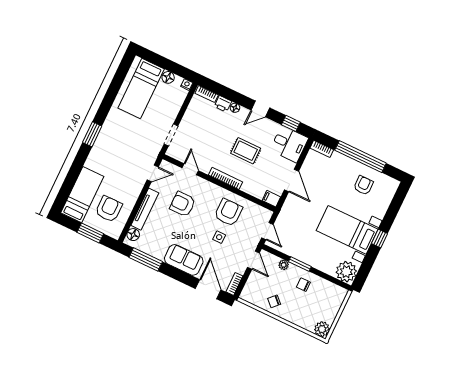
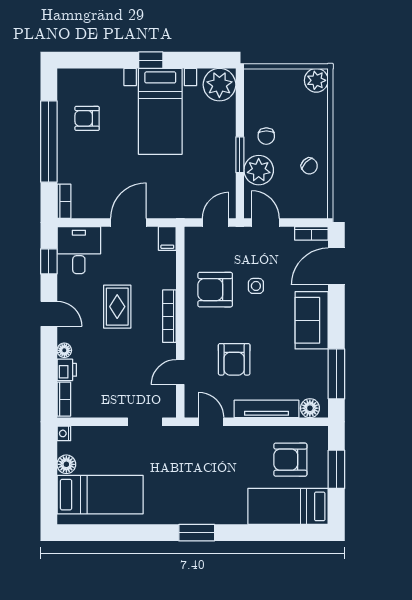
door: (253, 260) -> (265, 222), hinge flipped
plant: (284, 265) -> (259, 170), width x1.88, depth x1.88

